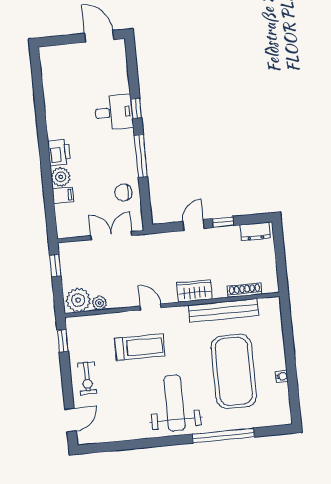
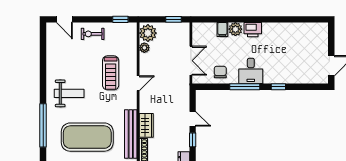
desk: (114, 112) -> (251, 71), moved
wardrobe: (195, 291) -> (146, 125), moved
weight bench: (175, 403) -> (69, 93), width x0.73, depth x0.75

